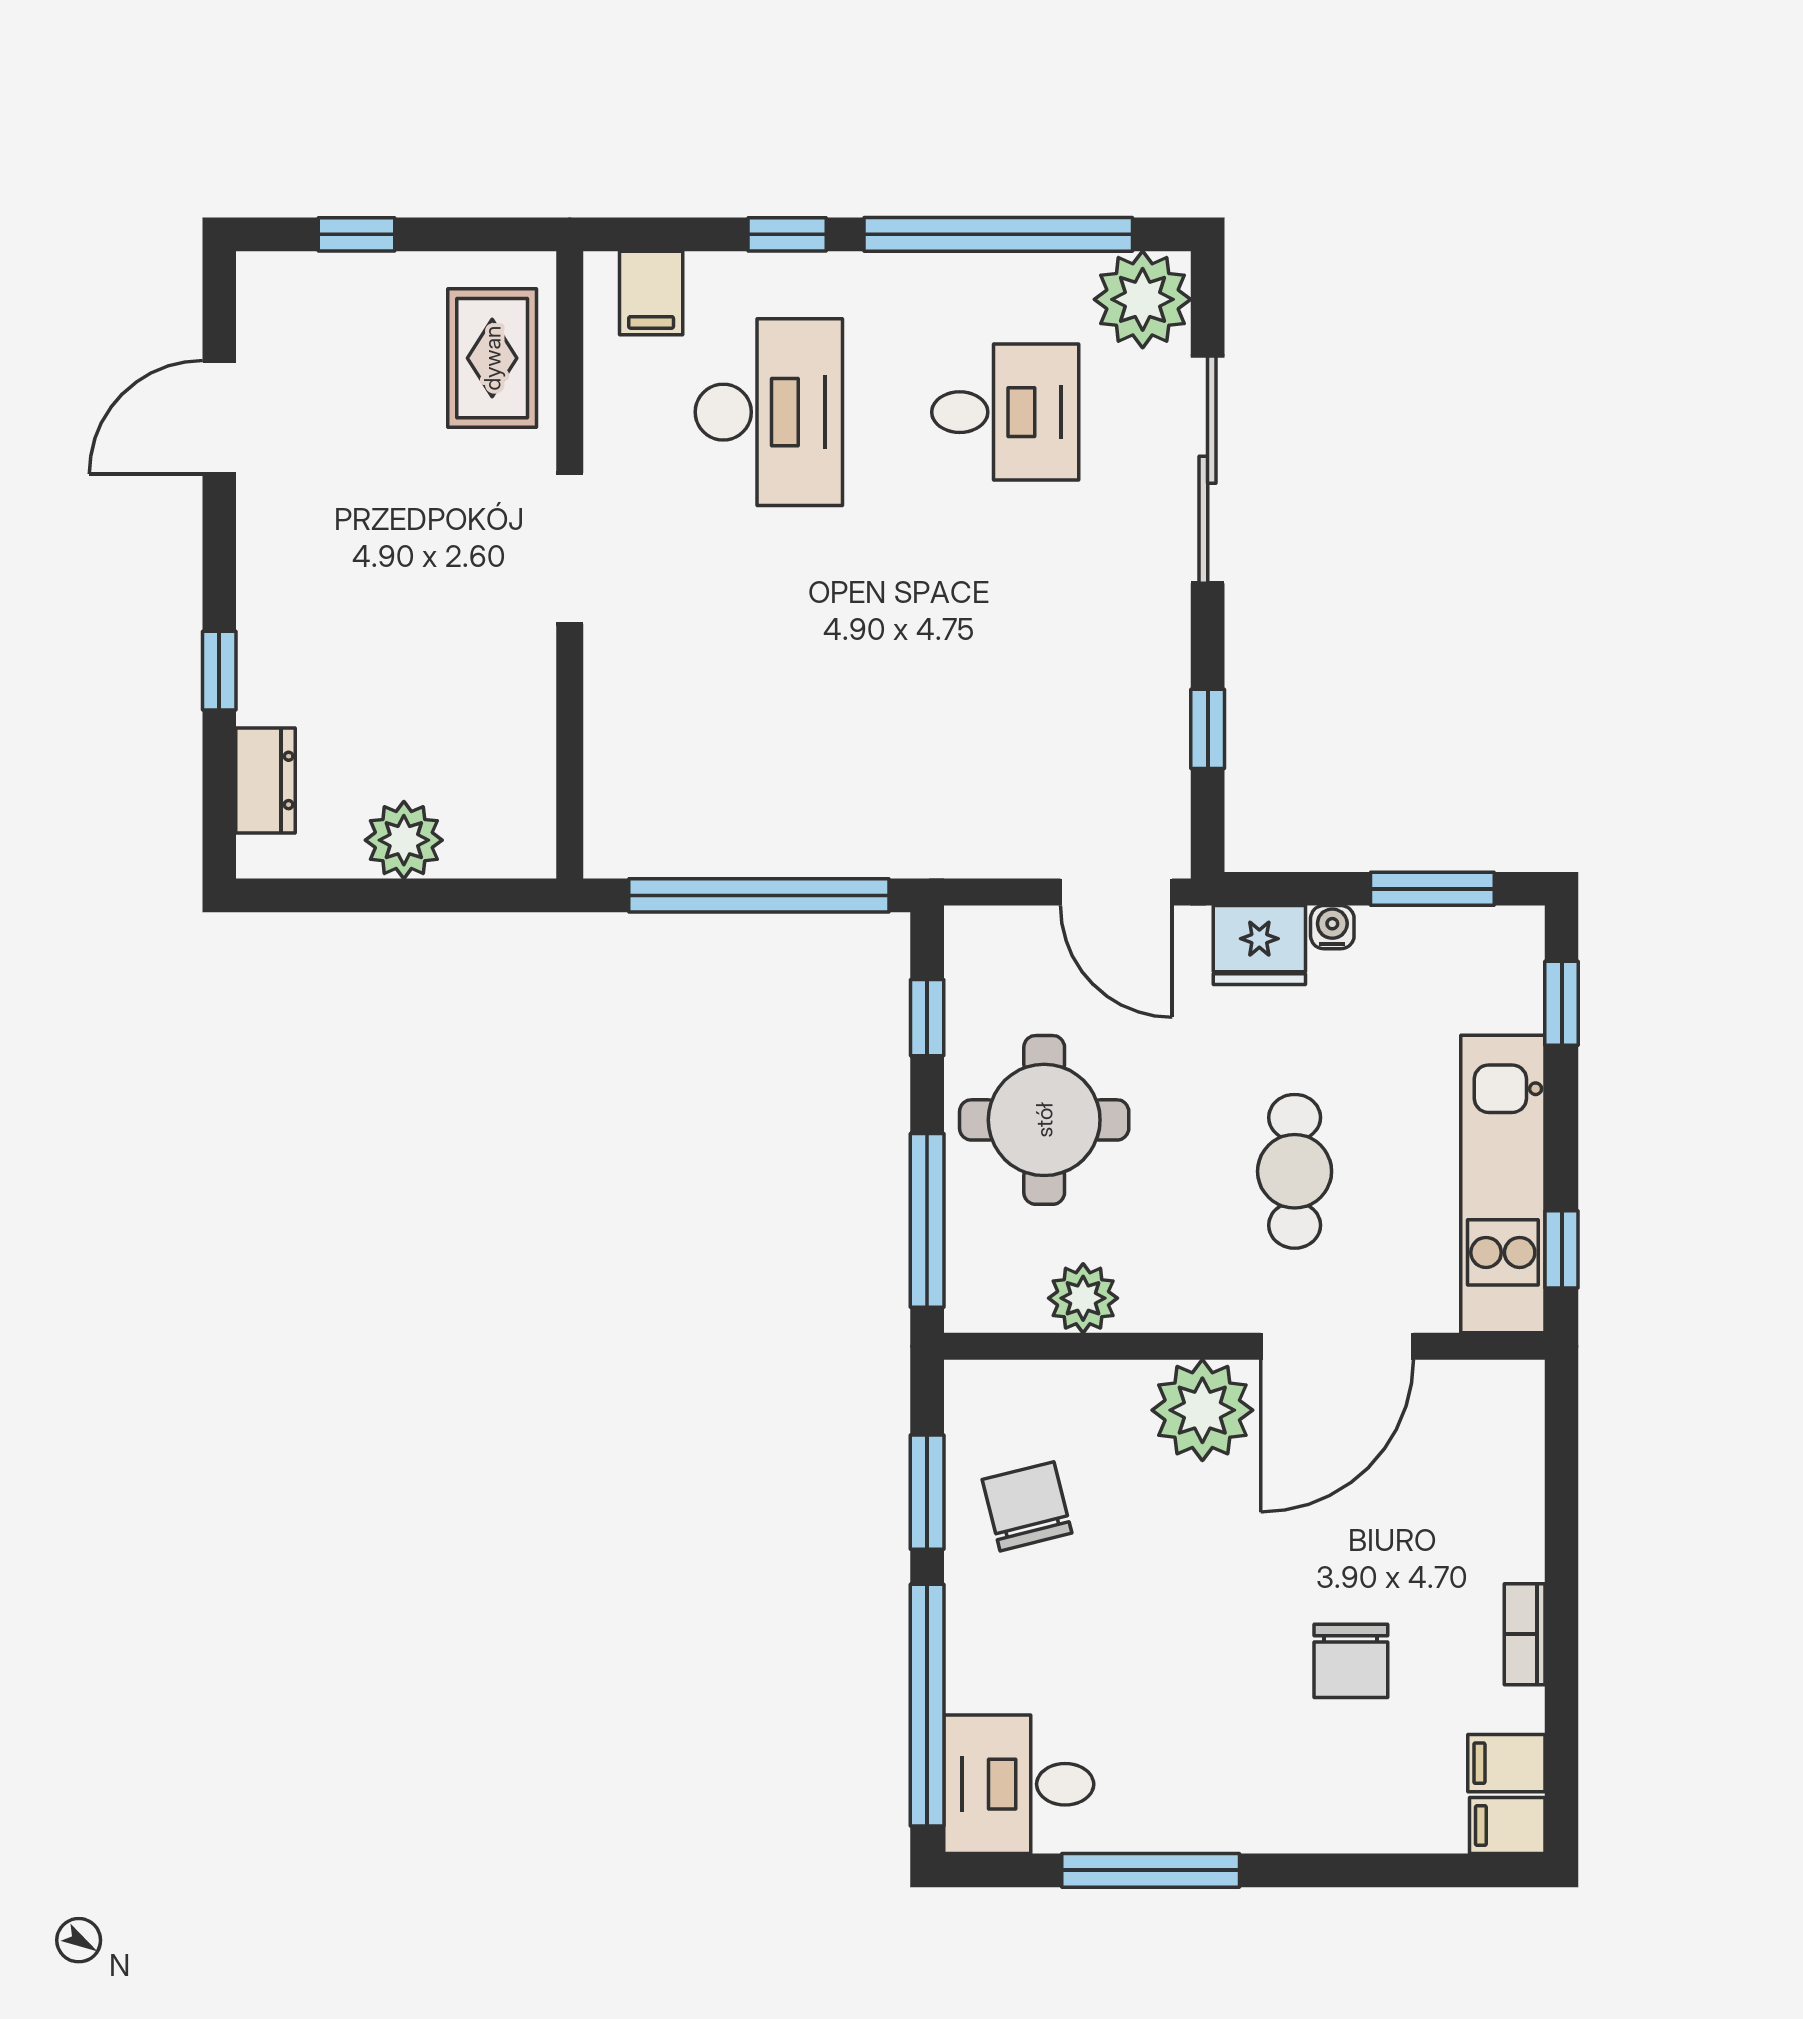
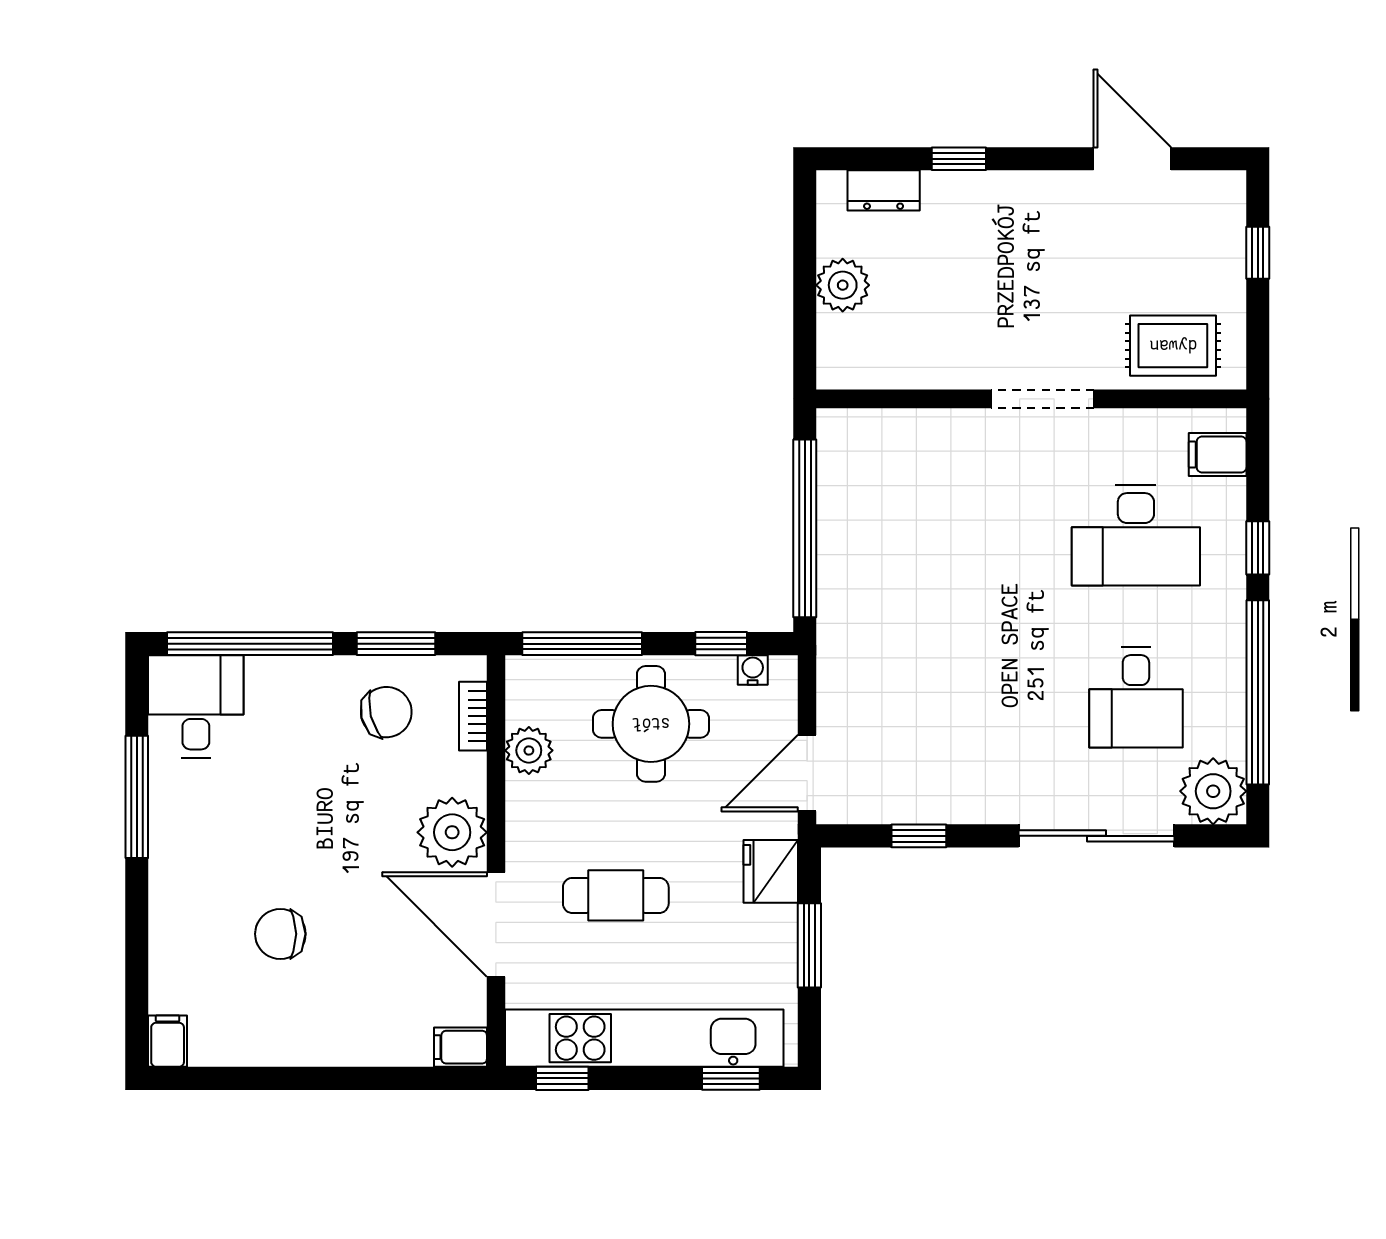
window: (1432, 889) -> (809, 945), moved
water cooler: (1332, 927) -> (753, 670), moved, turned -90
kitchen unit: (1503, 1184) -> (644, 1038), width x1.36
bookcase: (1525, 1634) -> (473, 716), moved, turned -90
filing cabinet: (1506, 1763) -> (460, 1047), moved, turned -90

